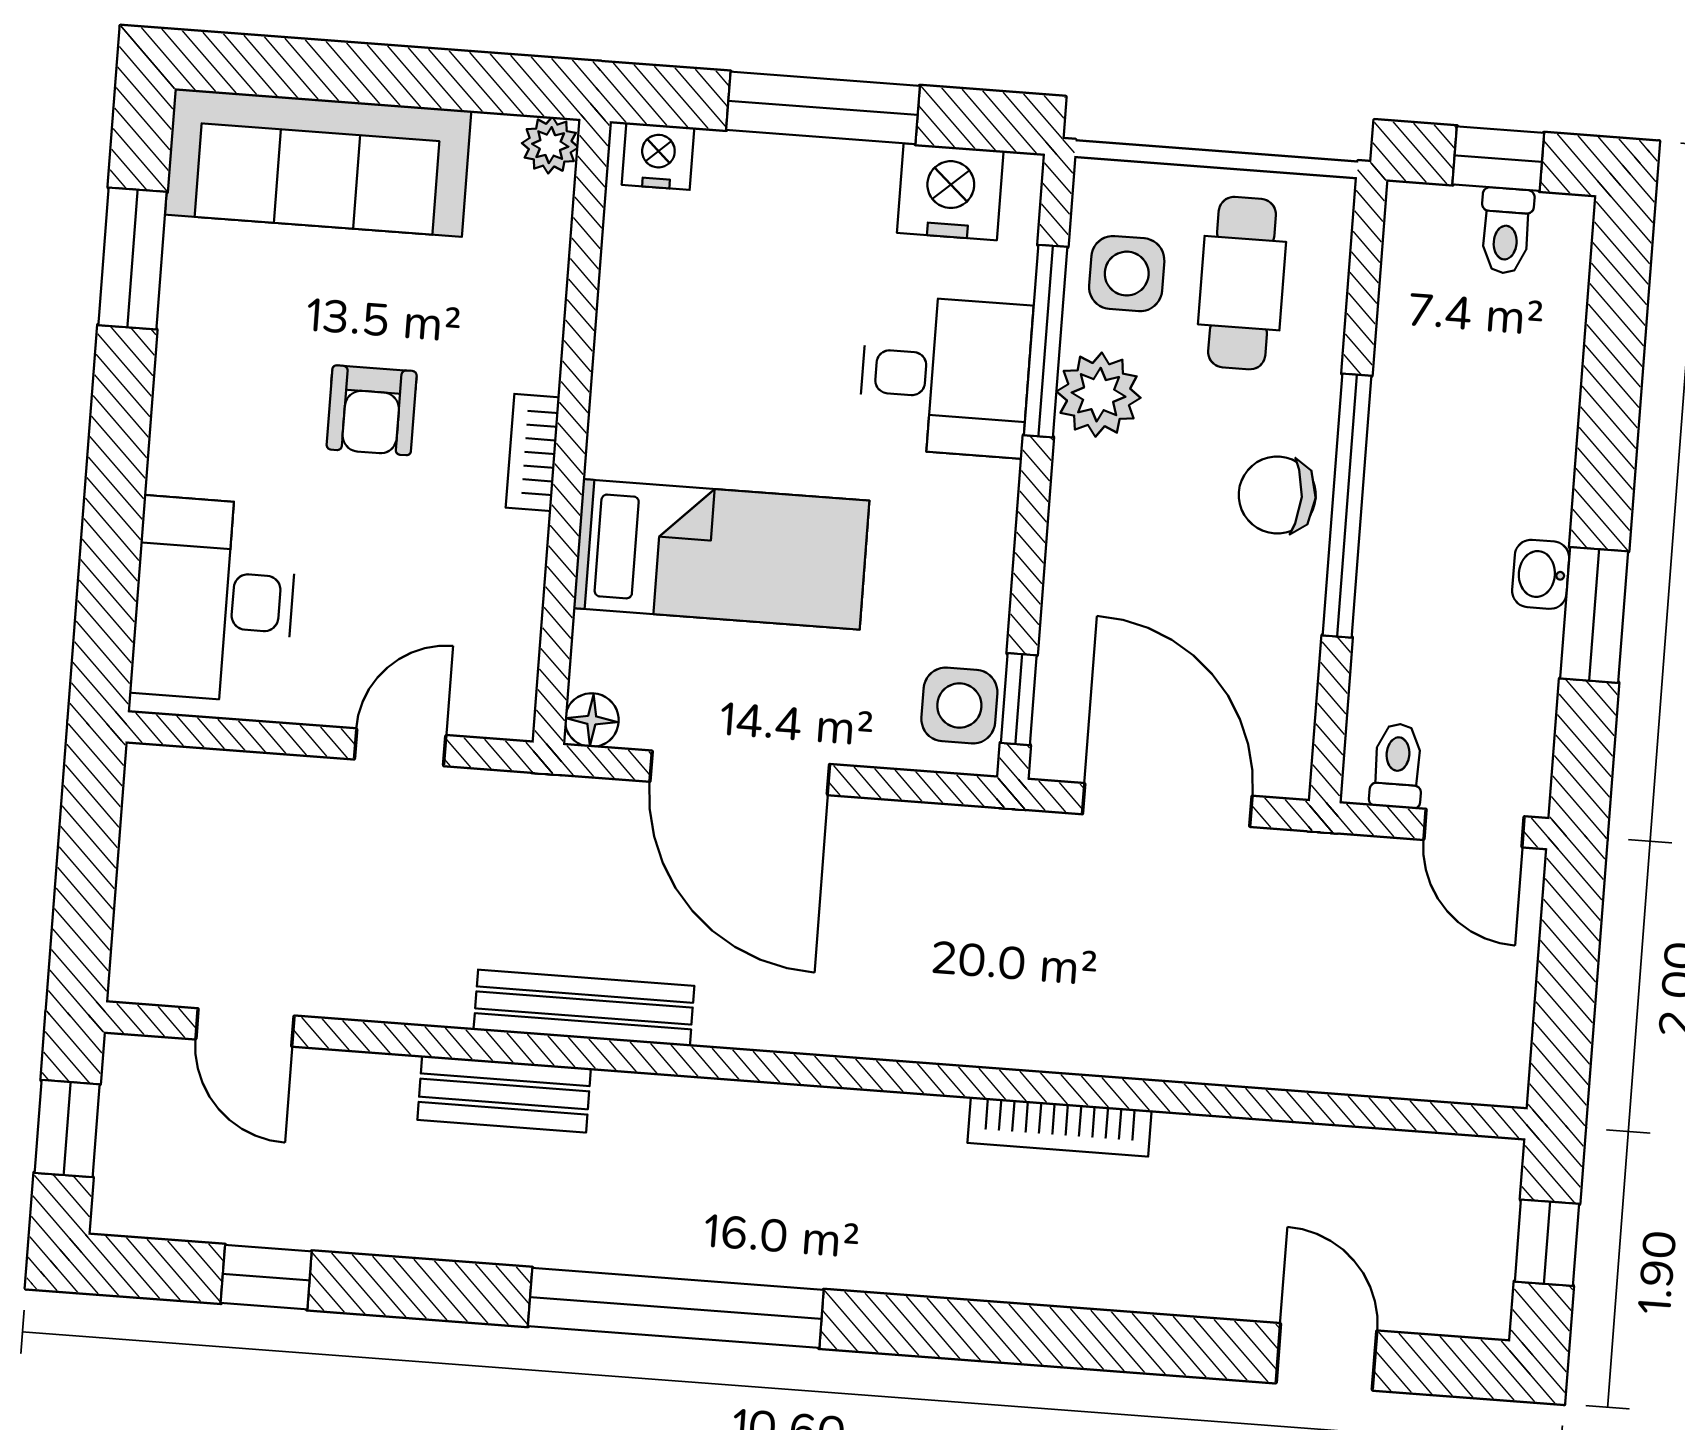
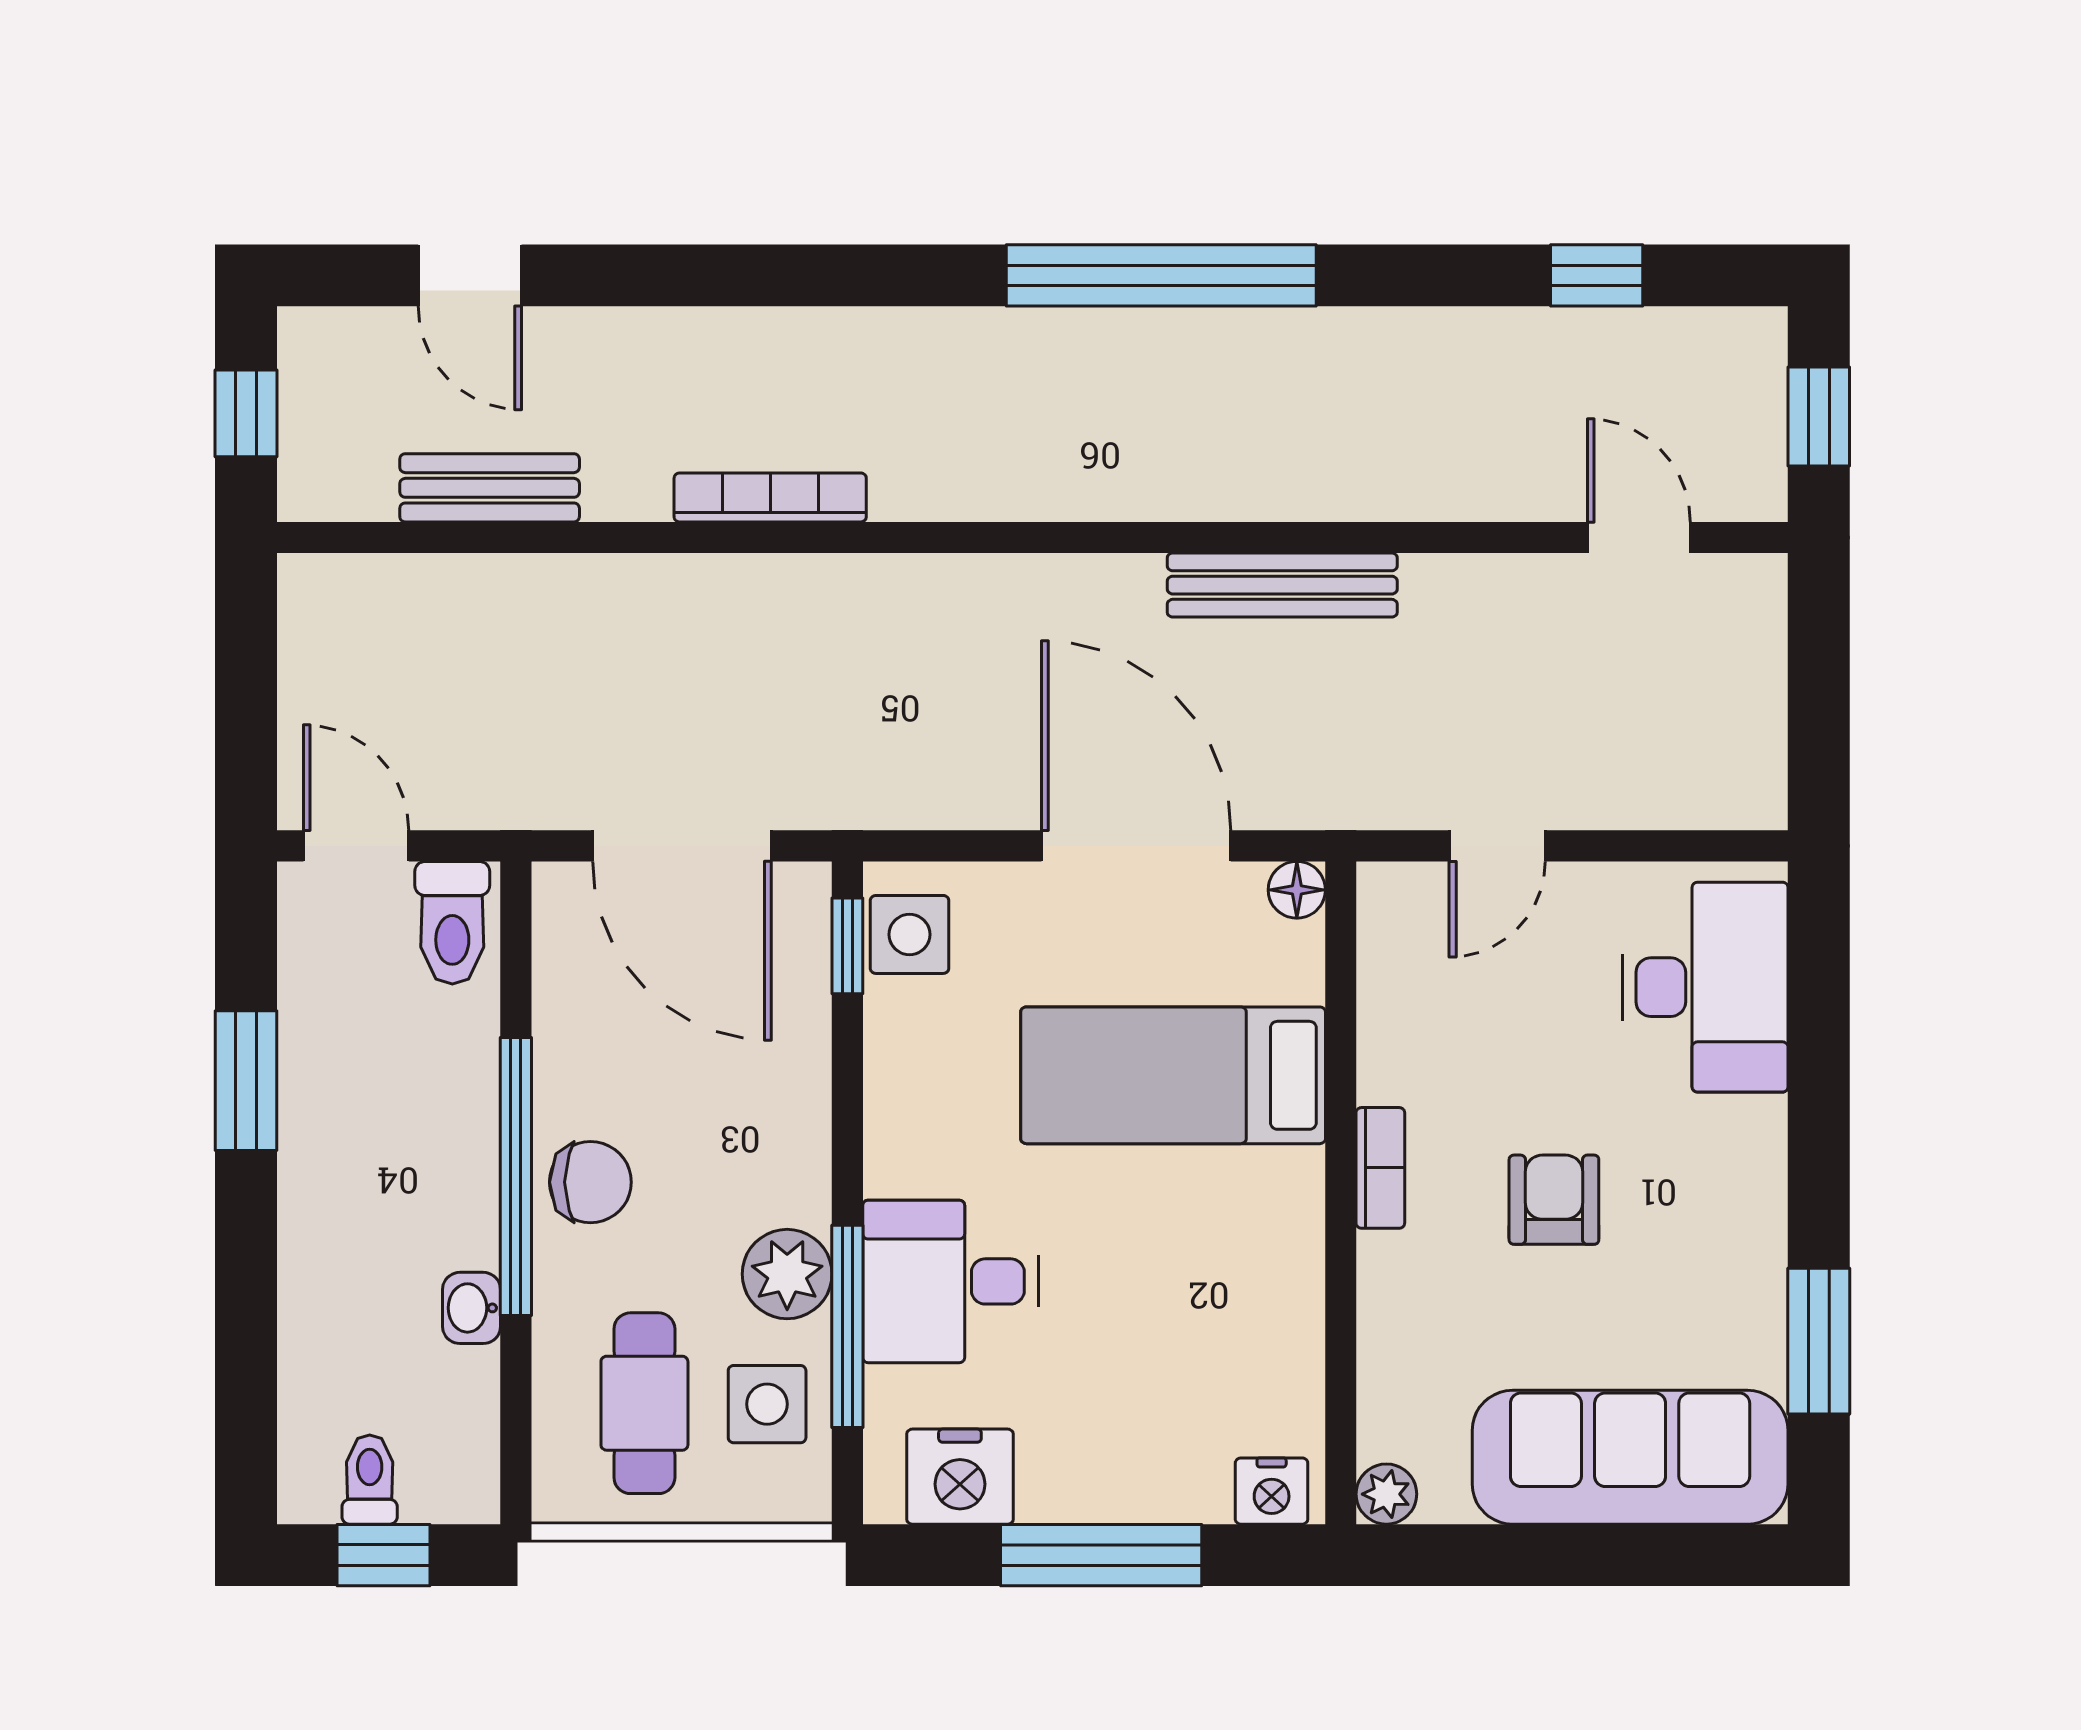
washbasin: (1541, 574) -> (472, 1308), moved, turned 180
toilet: (1397, 766) -> (452, 923), width x1.37, depth x1.39
bench: (504, 1094) -> (490, 488), moved

